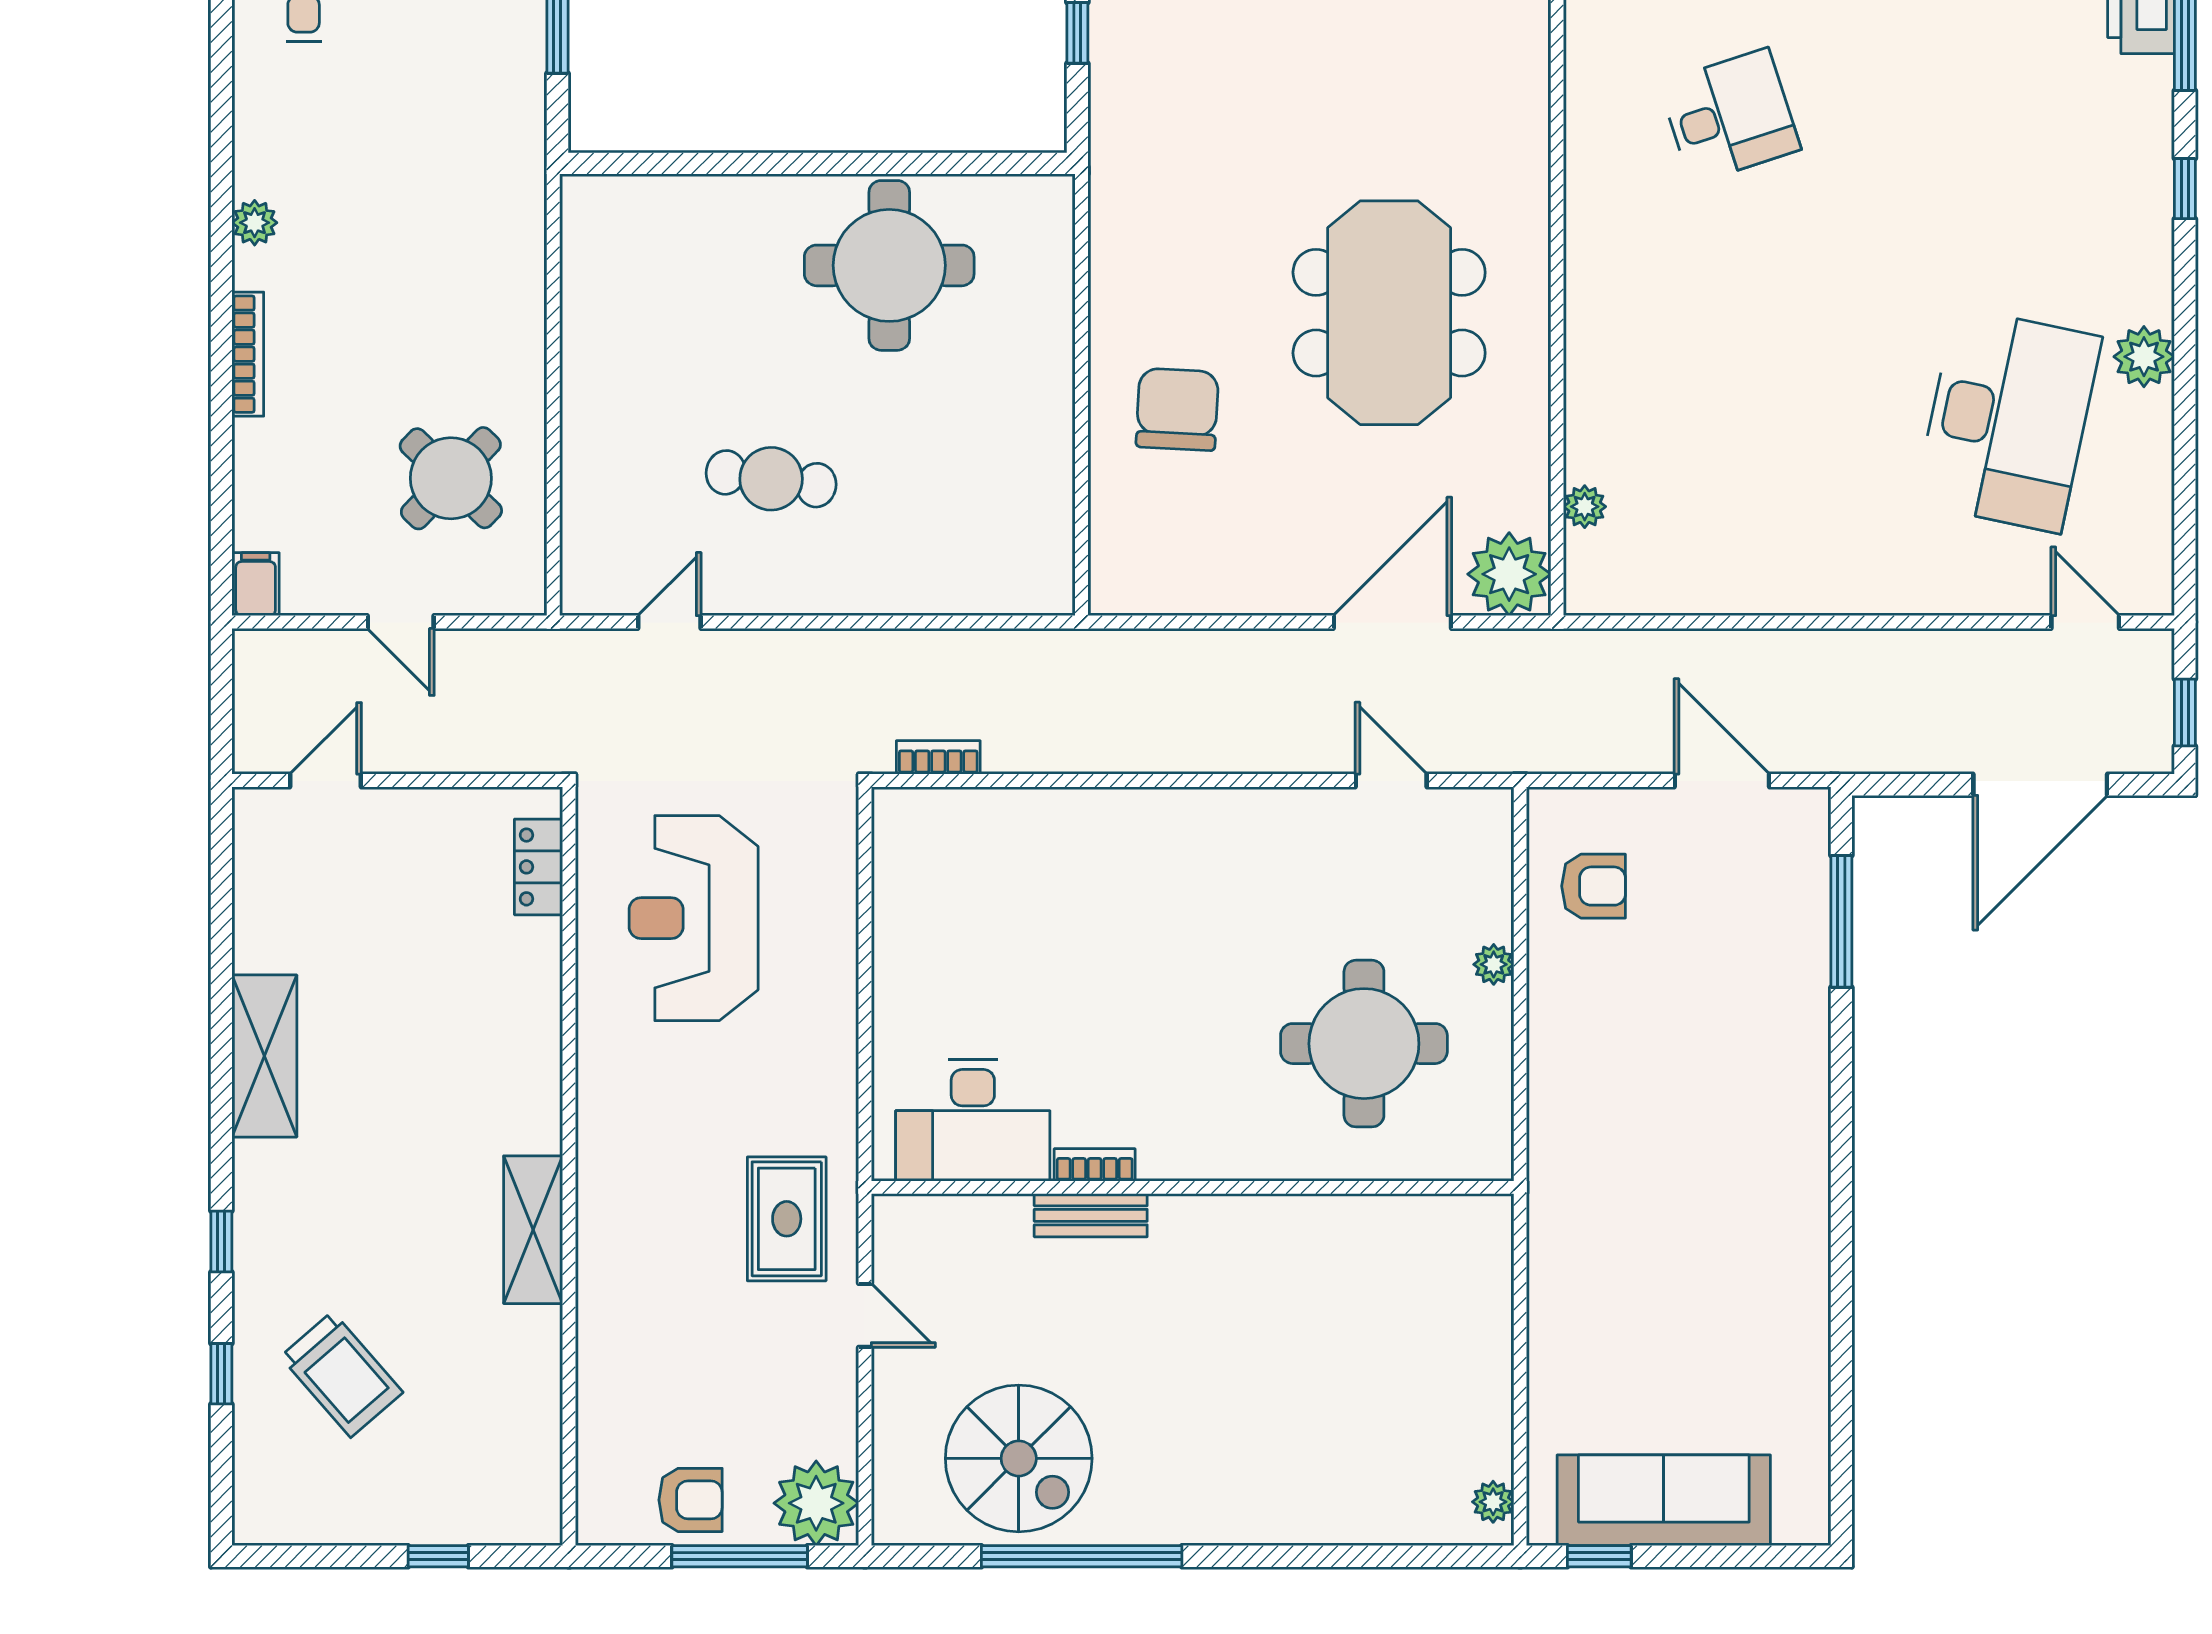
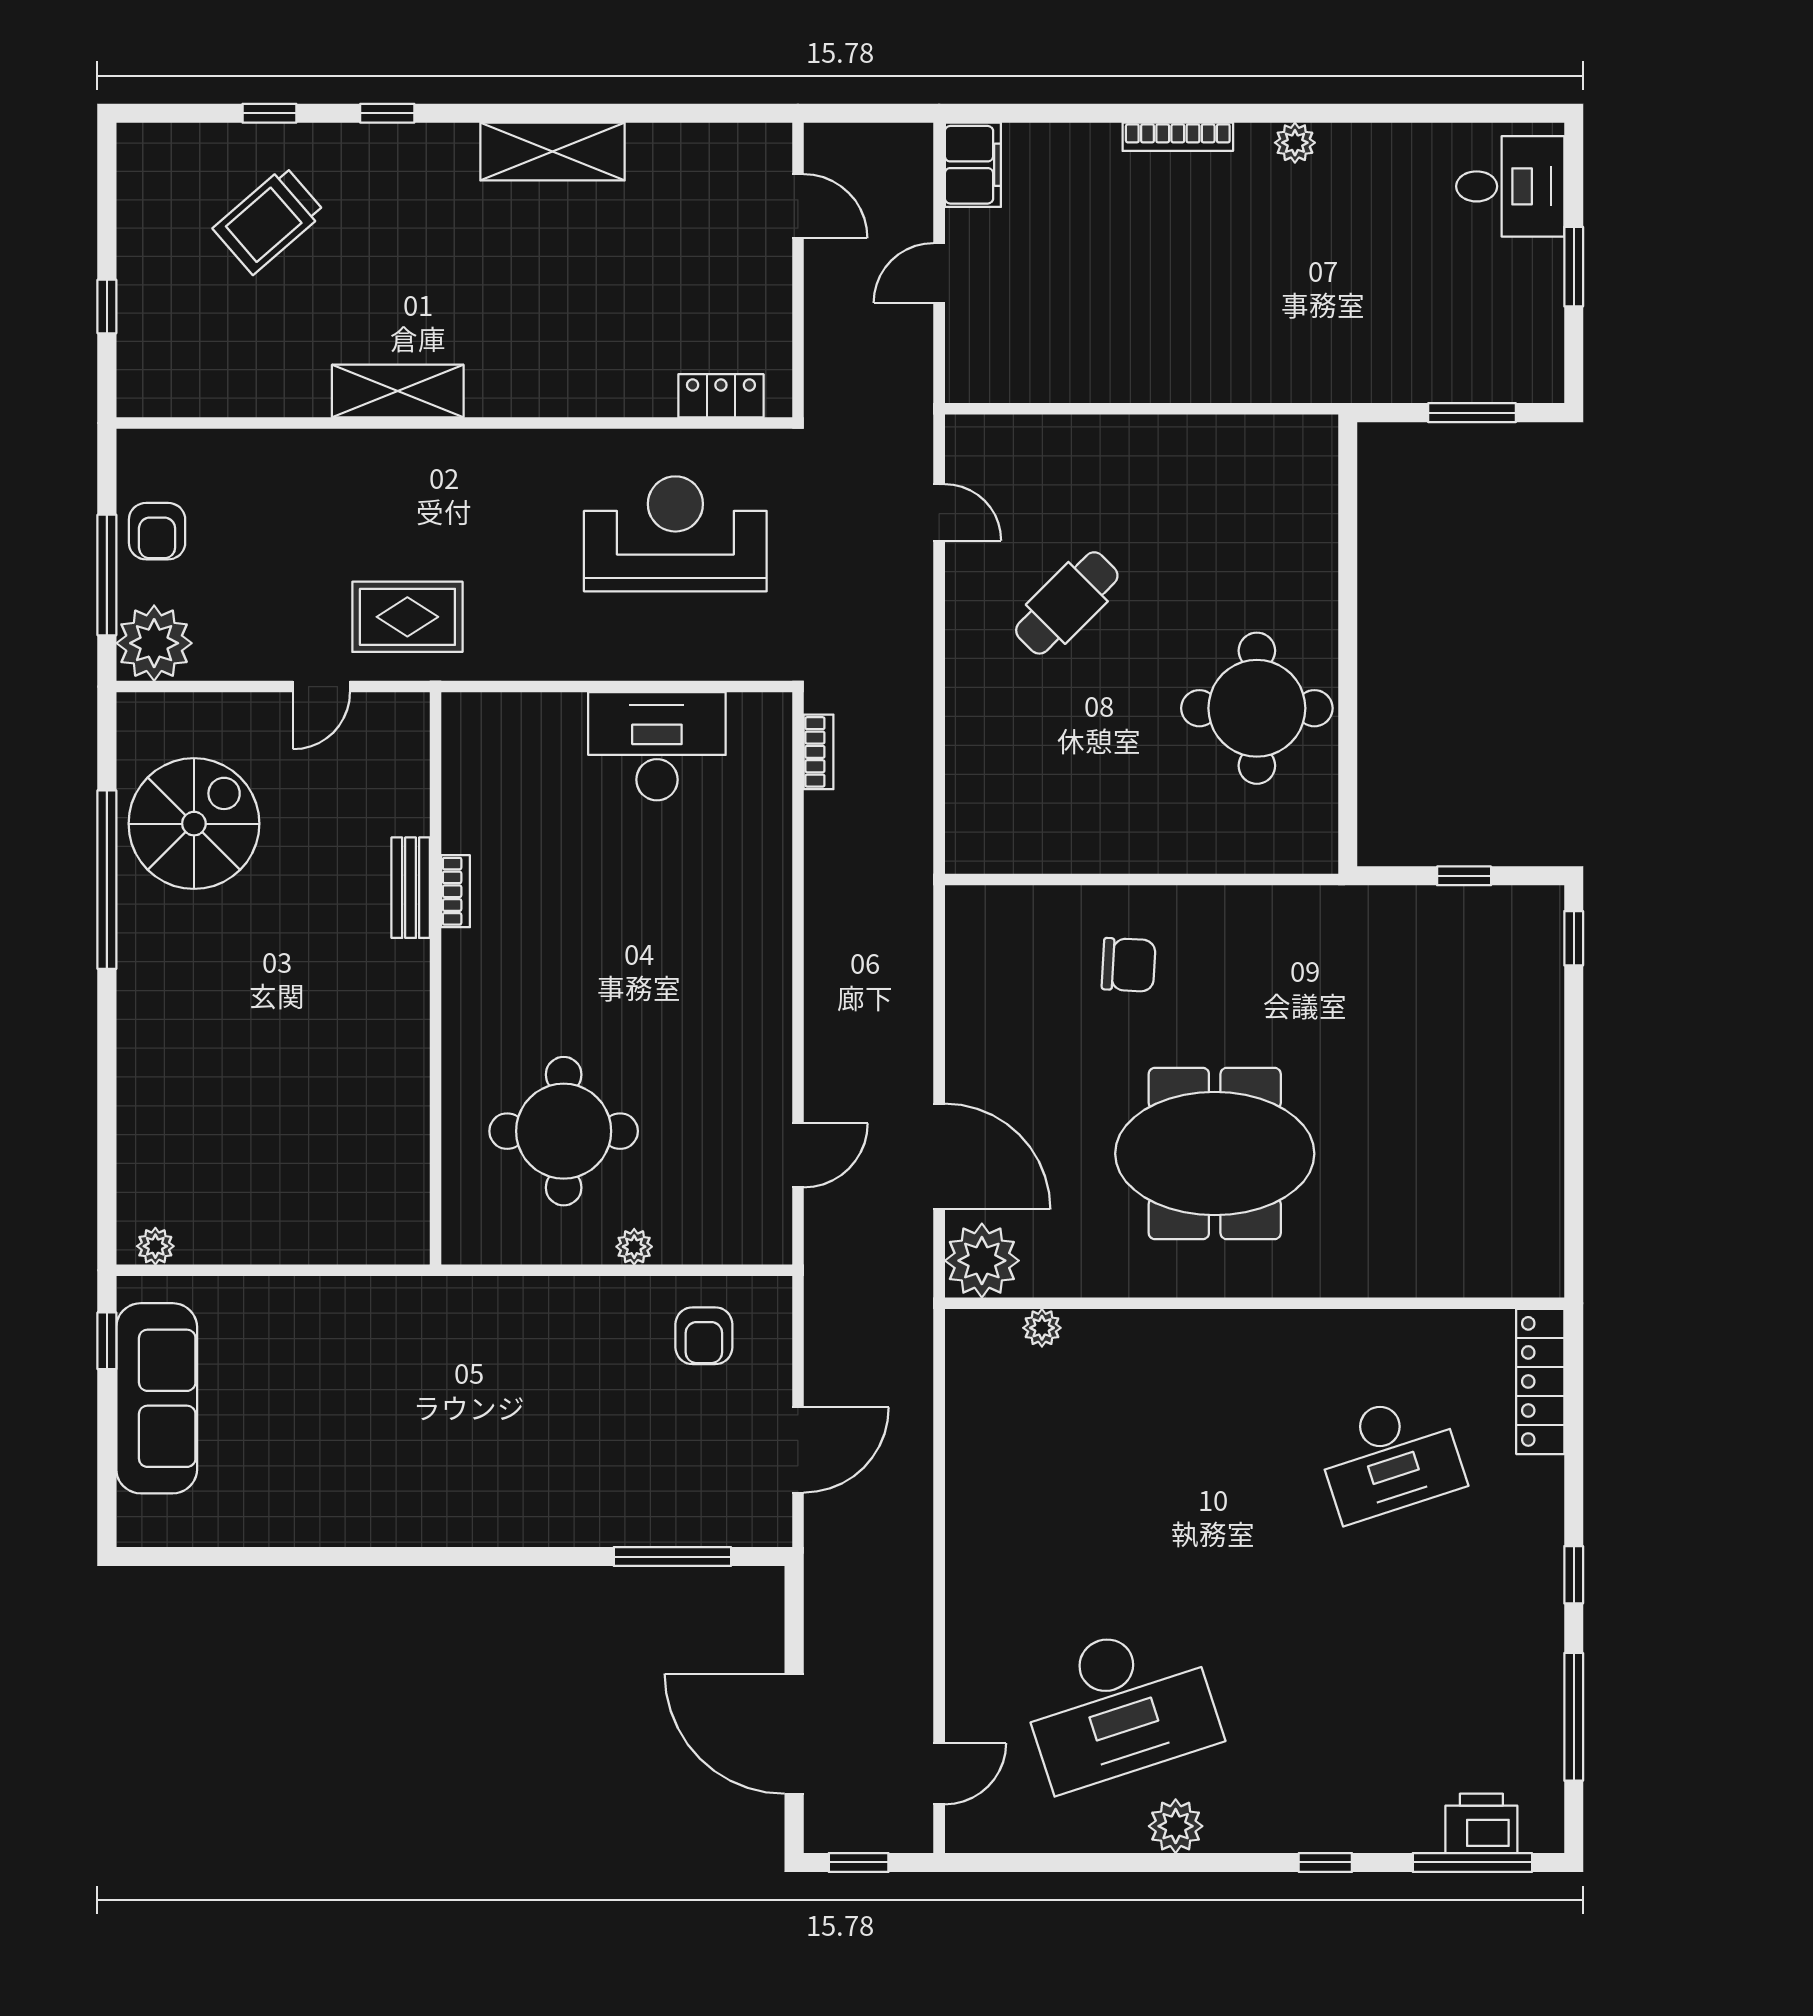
desk: (1730, 116) -> (1390, 1457), width x1.37
chair: (1177, 409) -> (1129, 965), width x0.73, depth x0.73
desk: (2008, 420) -> (1119, 1705), turned -30
round table: (451, 478) -> (1067, 318), removed
cafe table: (771, 479) -> (1067, 603), turned 37
filing cabinet: (256, 584) -> (973, 165), width x2.00
desk: (973, 1120) -> (657, 746), moved, turned 90
spiral stairs: (1019, 1458) -> (194, 824), turned 180

